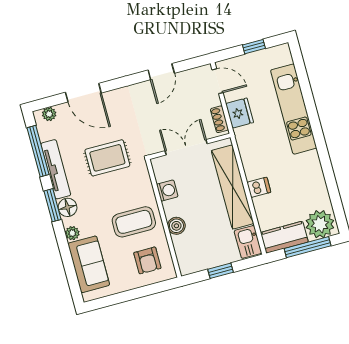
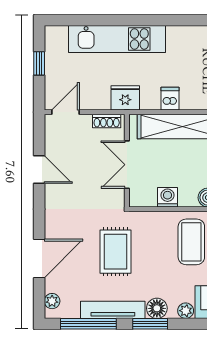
fridge: (240, 113) -> (125, 98), moved
dishwasher: (259, 187) -> (170, 99), moved

